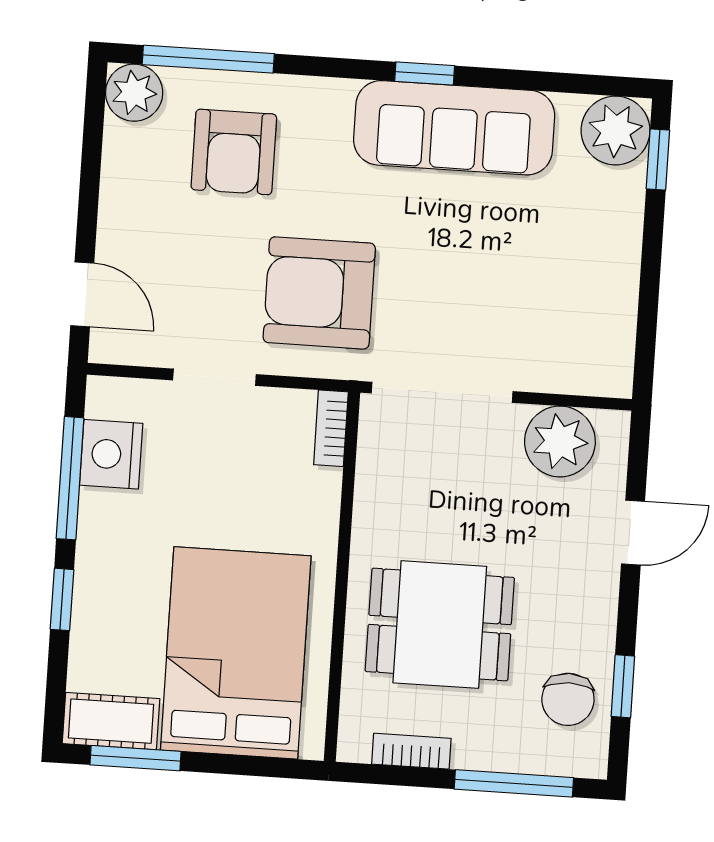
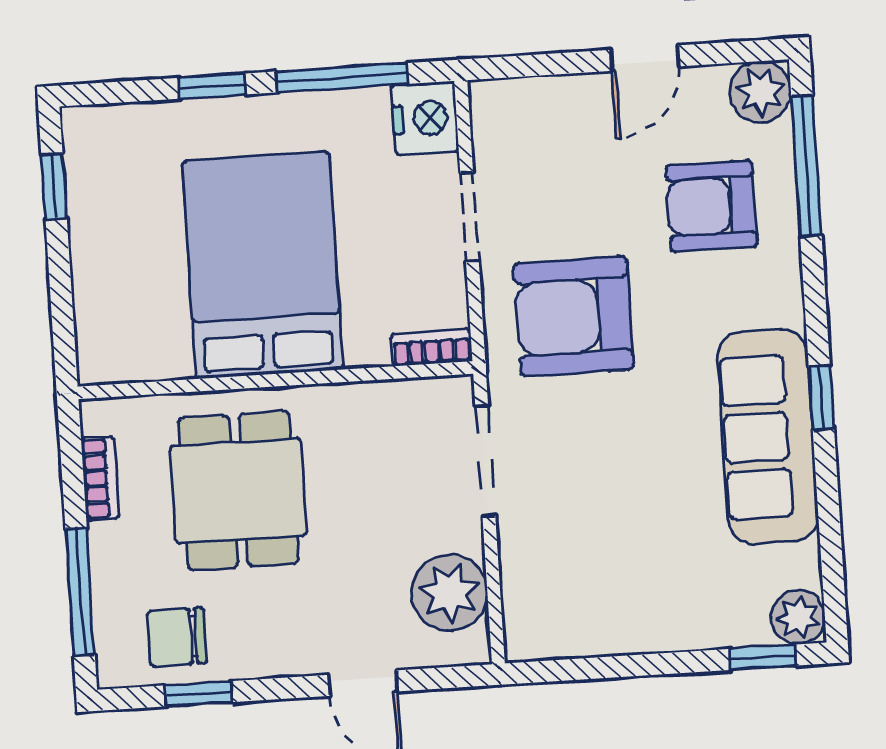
plant: (616, 130) -> (798, 617), width x0.73, depth x0.73
armchair: (319, 293) -> (574, 316), turned -90
door: (82, 294) -> (645, 58), moved
doorway: (442, 392) -> (485, 461), width x0.73
nightstand: (111, 454) -> (425, 118), moved, turned 90
bed: (236, 653) -> (263, 265), moved, turned -90
cot: (111, 721) -> (90, 155), removed
window: (135, 758) -> (54, 186), width x0.67

